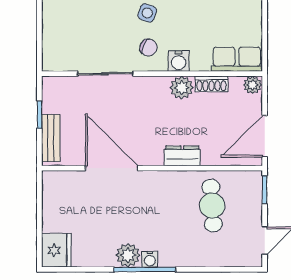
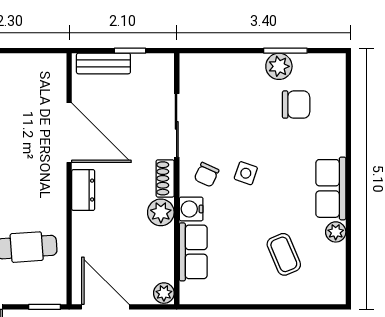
row of seats: (237, 59) -> (193, 252), moved
shoe rack: (211, 84) -> (165, 178), moved
dresser: (182, 156) -> (83, 190), moved
door: (112, 168) -> (69, 133), hinge flipped

